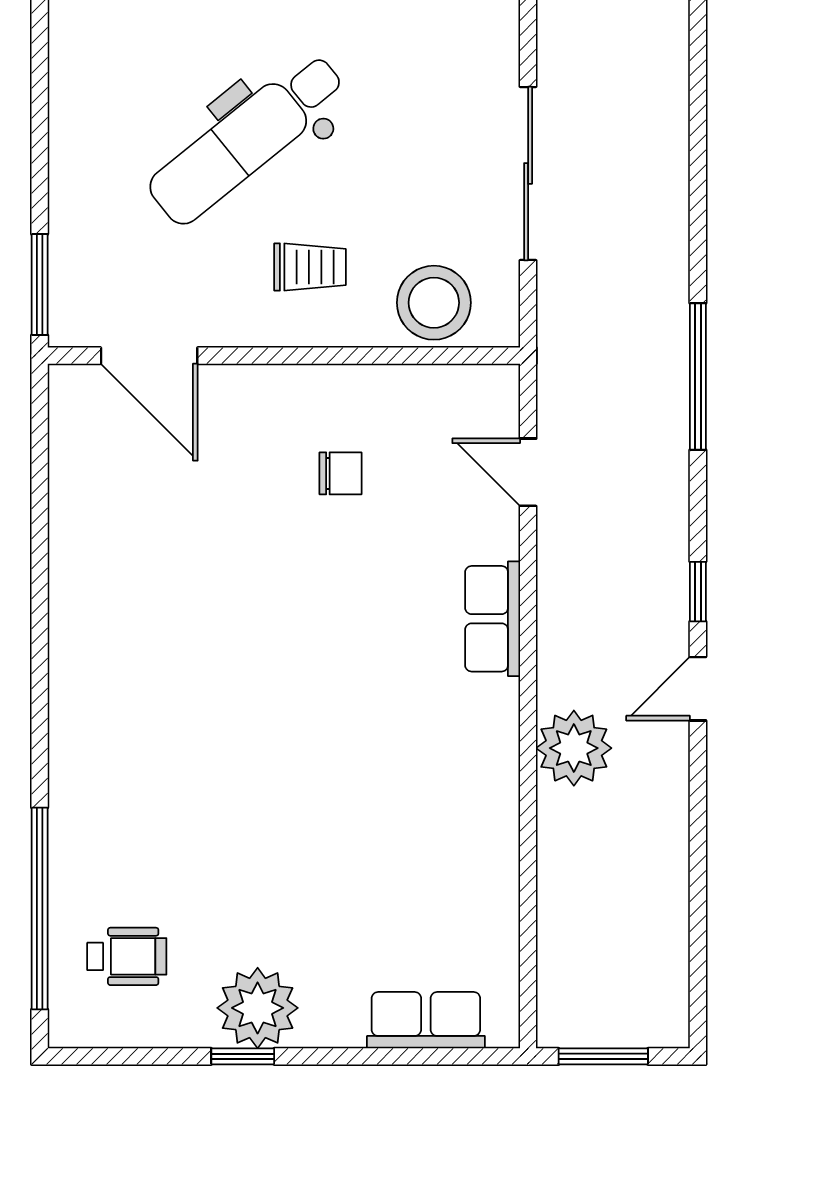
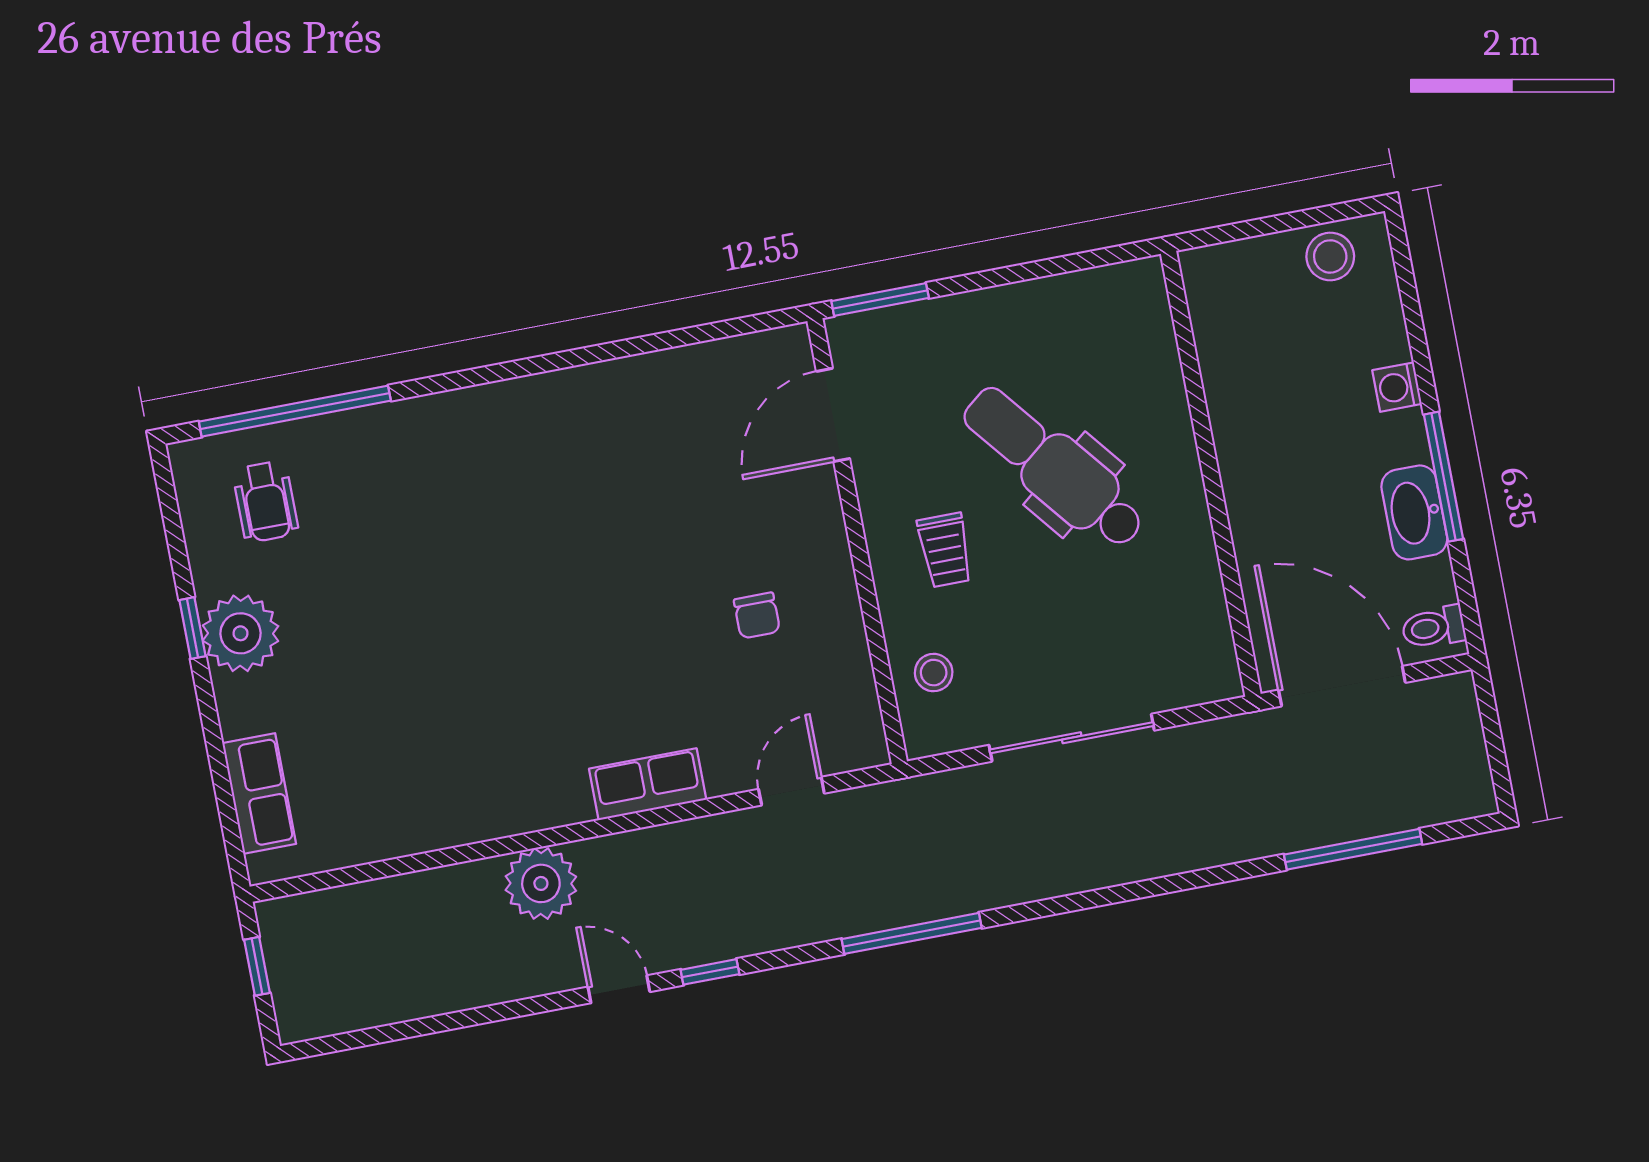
stool: (434, 303) -> (934, 673), width x0.53, depth x0.53
window: (603, 1056) -> (257, 966), width x0.67

